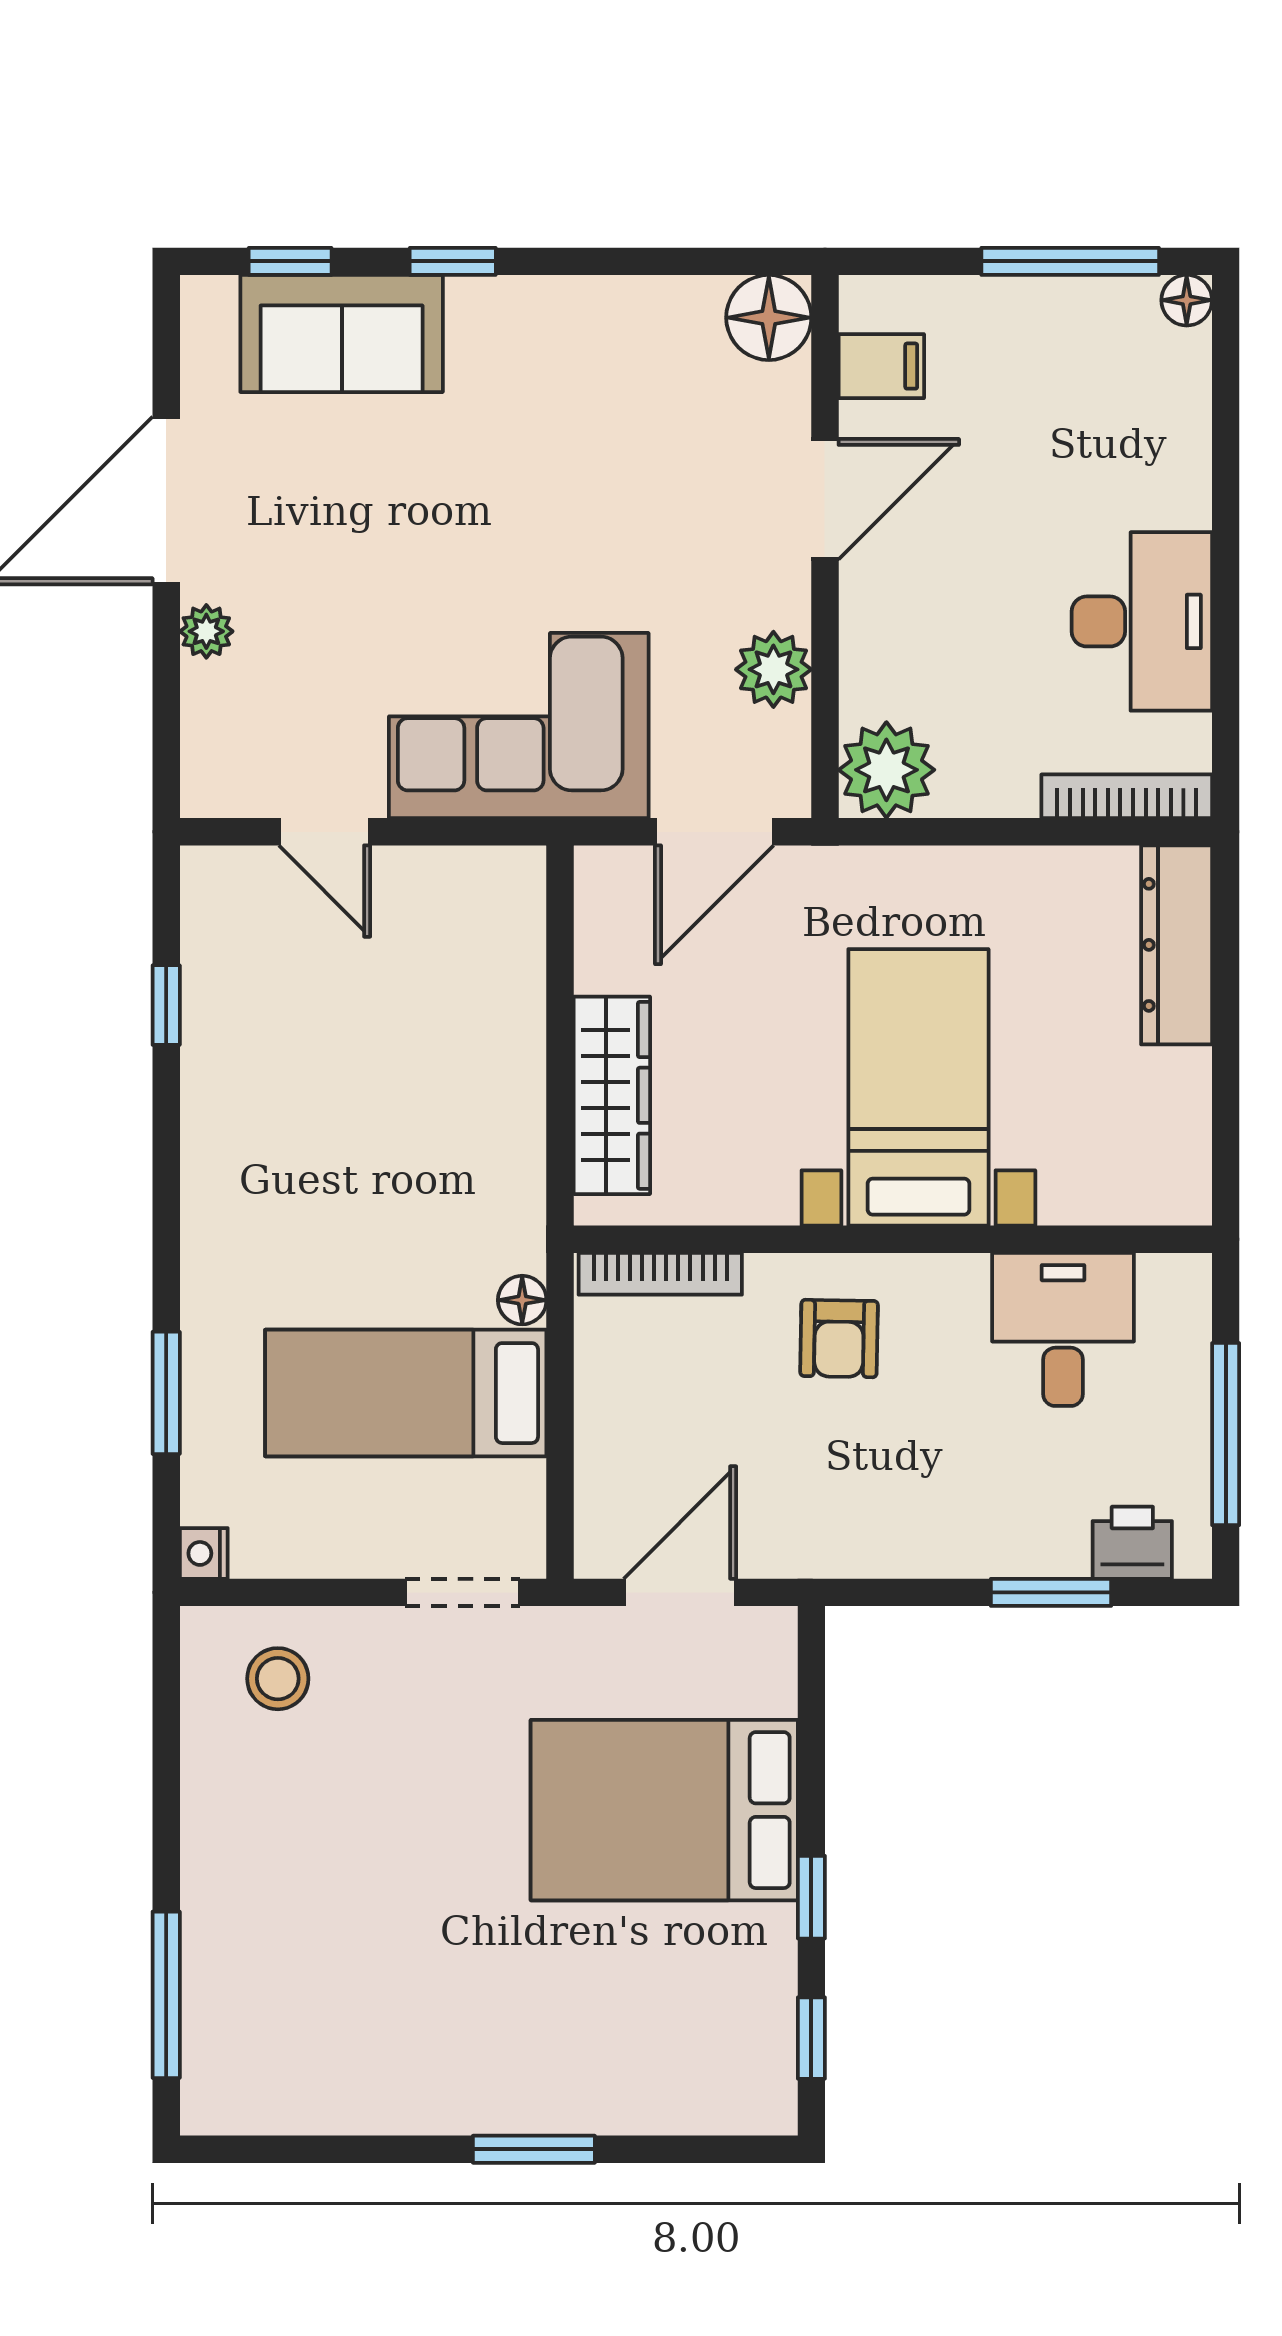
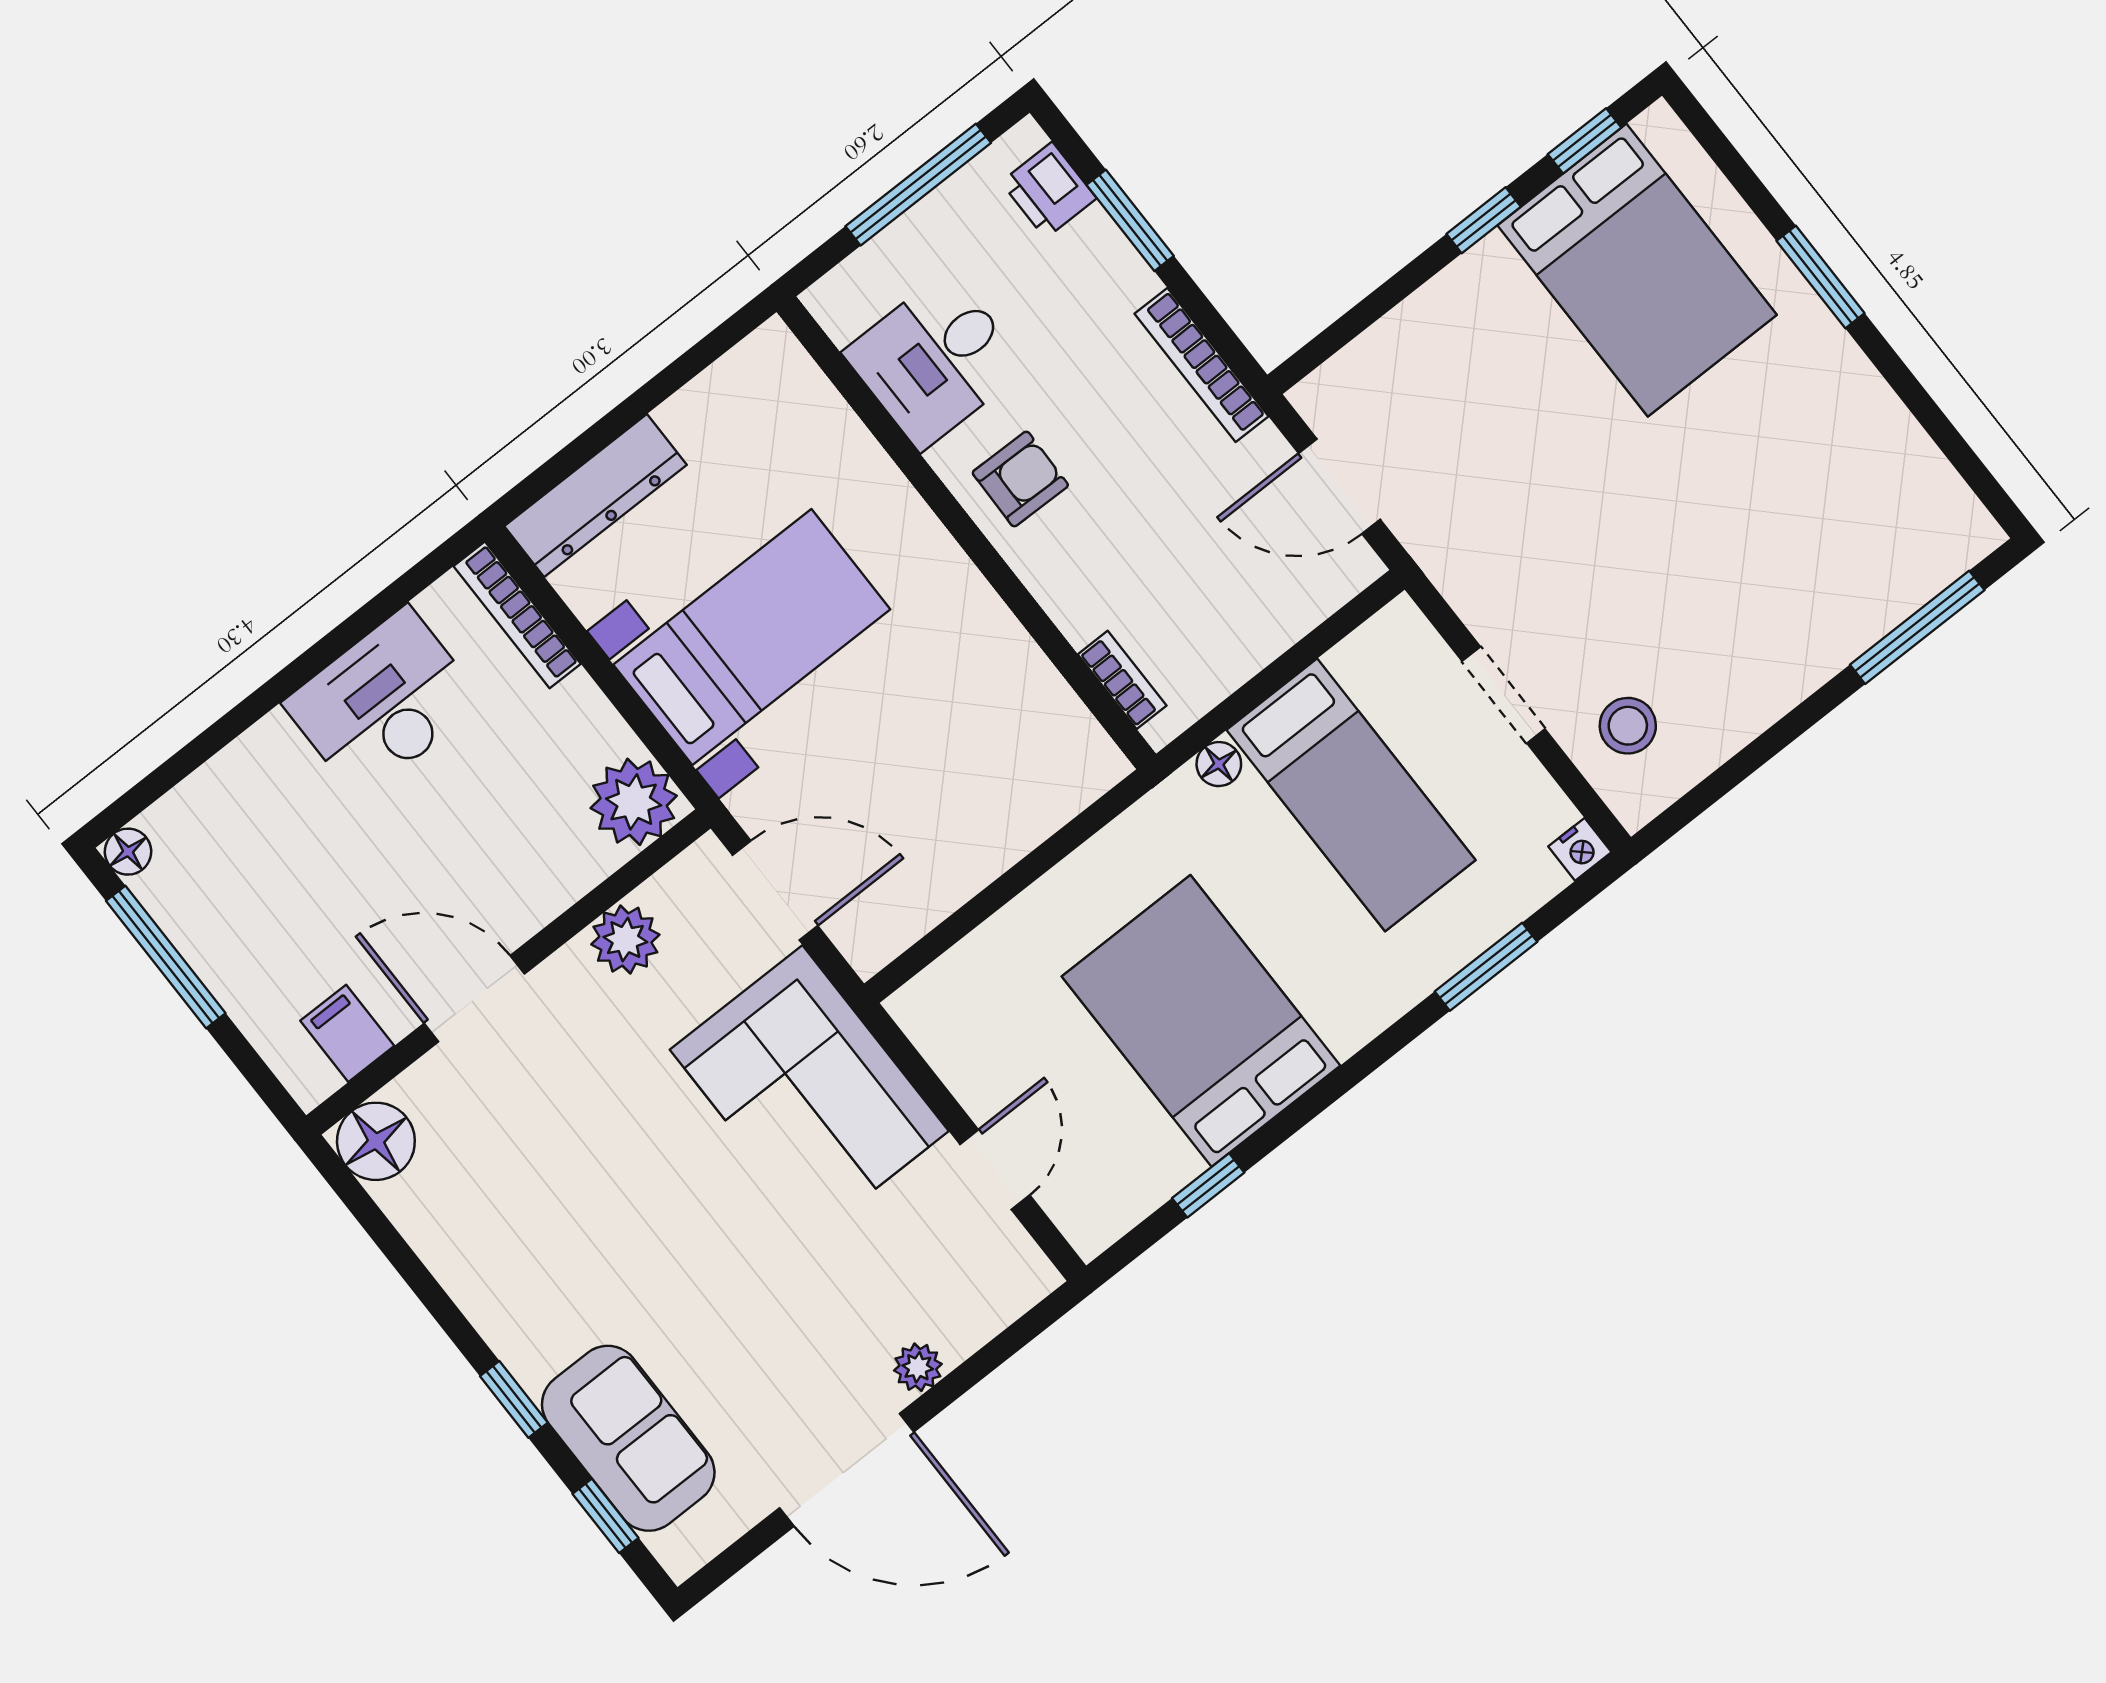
bed with nightstands: (918, 1087) -> (752, 637), moved, turned 180
wardrobe: (612, 1095) -> (1022, 815), removed
bed: (313, 1110) -> (1201, 1021), added
bookcase: (660, 1274) -> (1122, 680), width x0.64
armchair: (839, 1339) -> (1020, 479), moved
bookcase: (878, 1556) -> (1201, 365), added
doorway: (462, 1592) -> (1504, 695), moved
bed: (664, 1810) -> (1637, 270), moved

